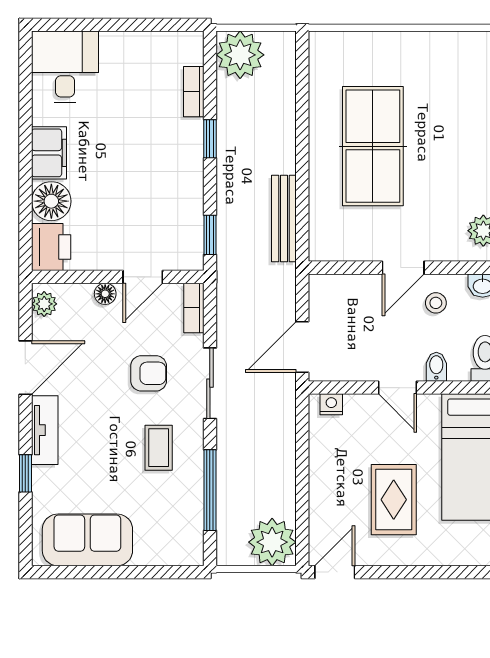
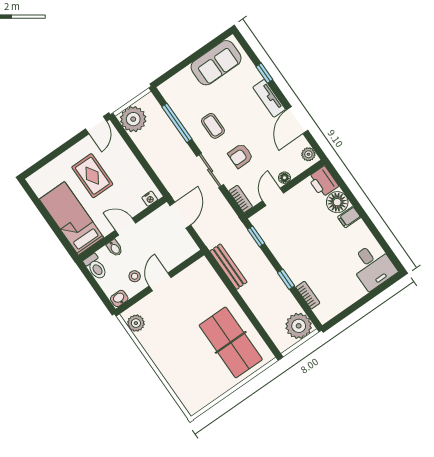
table tennis table: (373, 146) -> (231, 342), moved
filing cabinet: (49, 153) -> (349, 217), width x0.50

